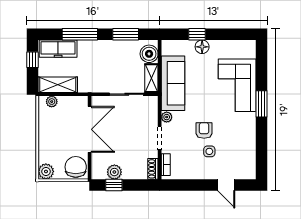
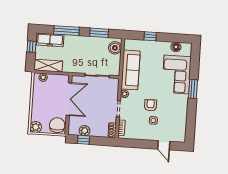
floor lamp: (202, 47) -> (176, 47), moved
shelving: (151, 78) -> (115, 65), removed

